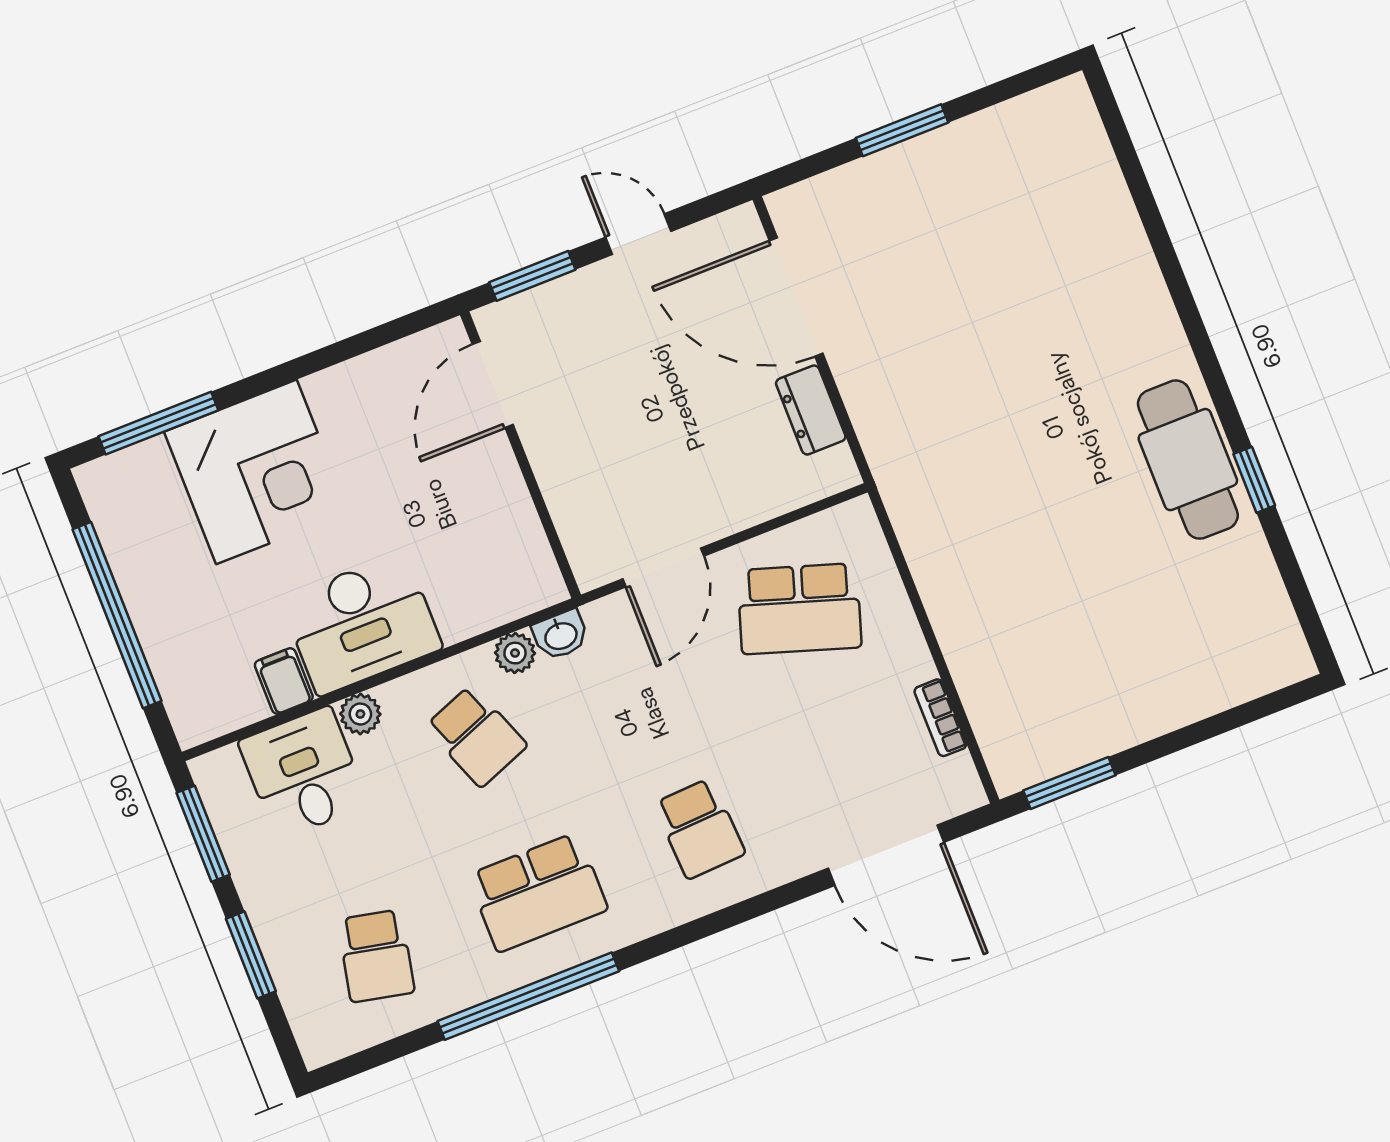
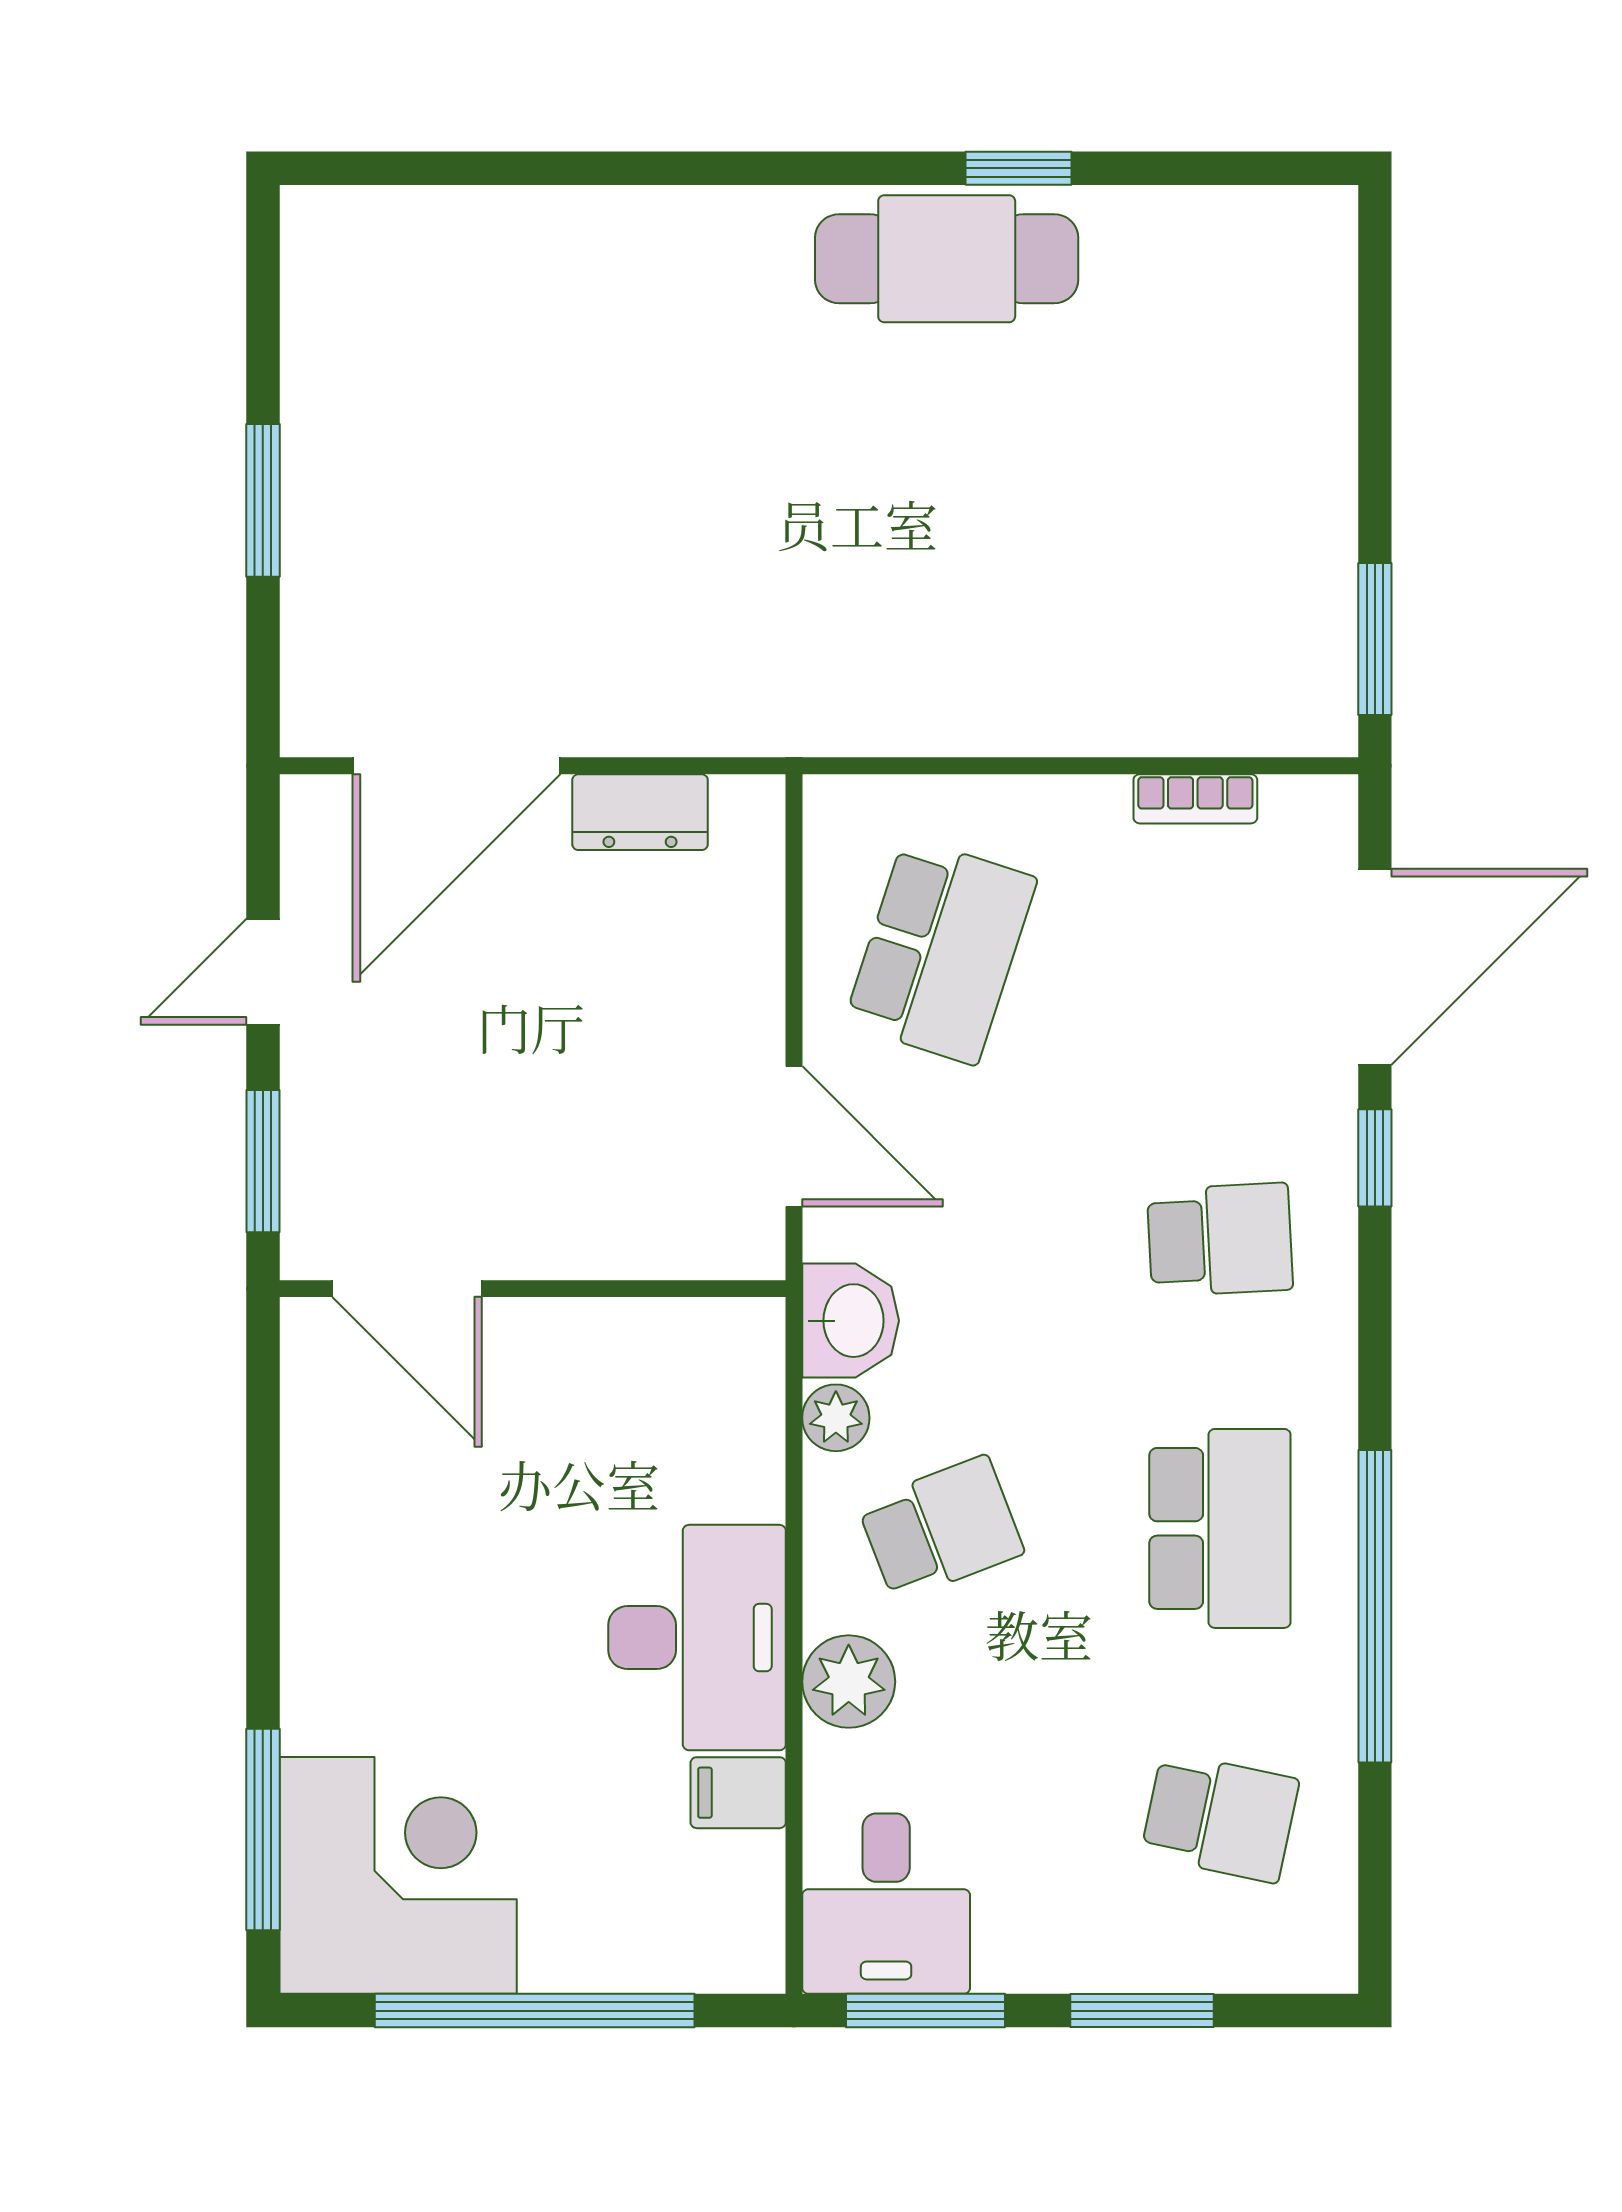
corner desk: (256, 472) -> (398, 1875), moved
washbasin: (561, 635) -> (851, 1321), width x1.38, depth x1.45
plant: (360, 714) -> (849, 1682), width x1.38, depth x1.38
desk: (303, 773) -> (886, 1904), moved, turned -90
window: (779, 897) -> (1375, 1158), added

